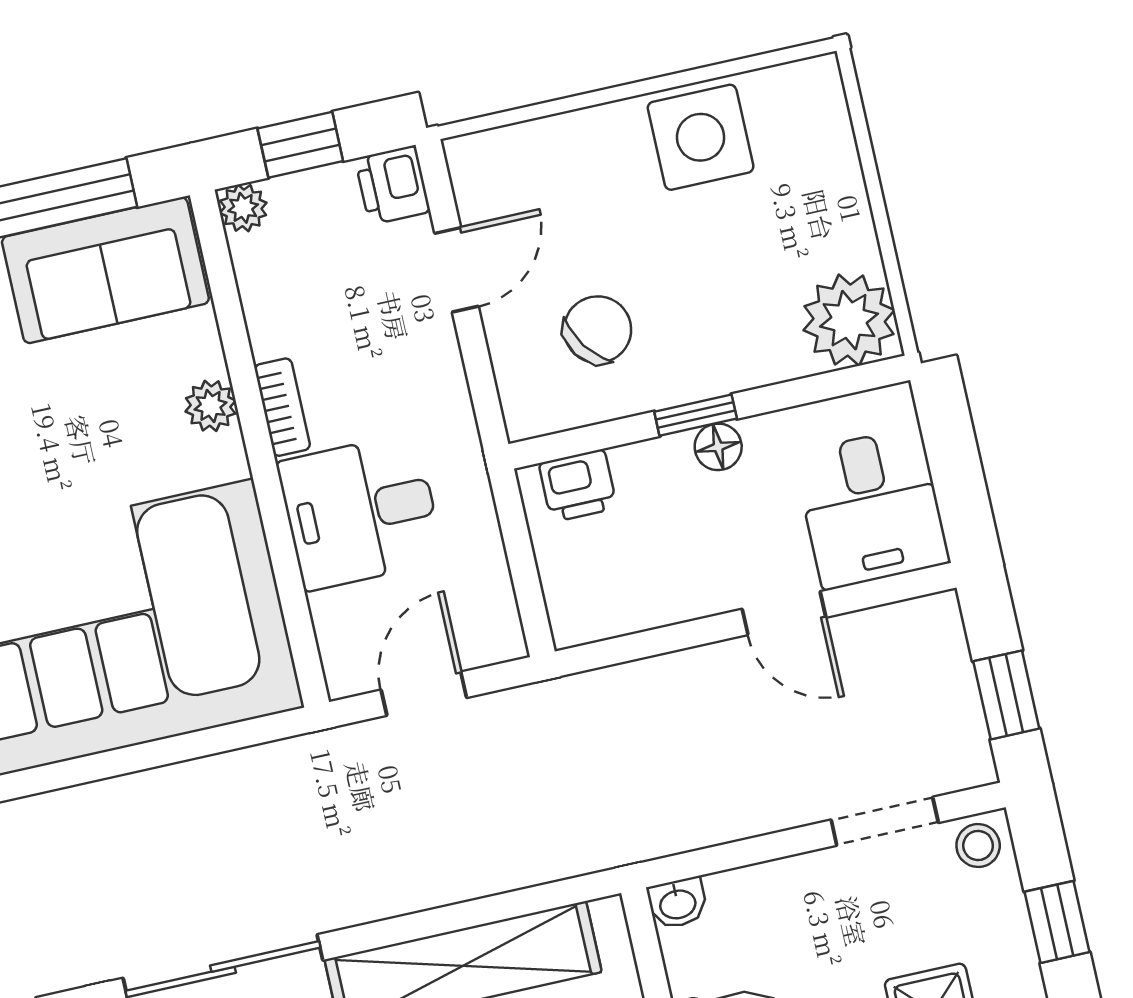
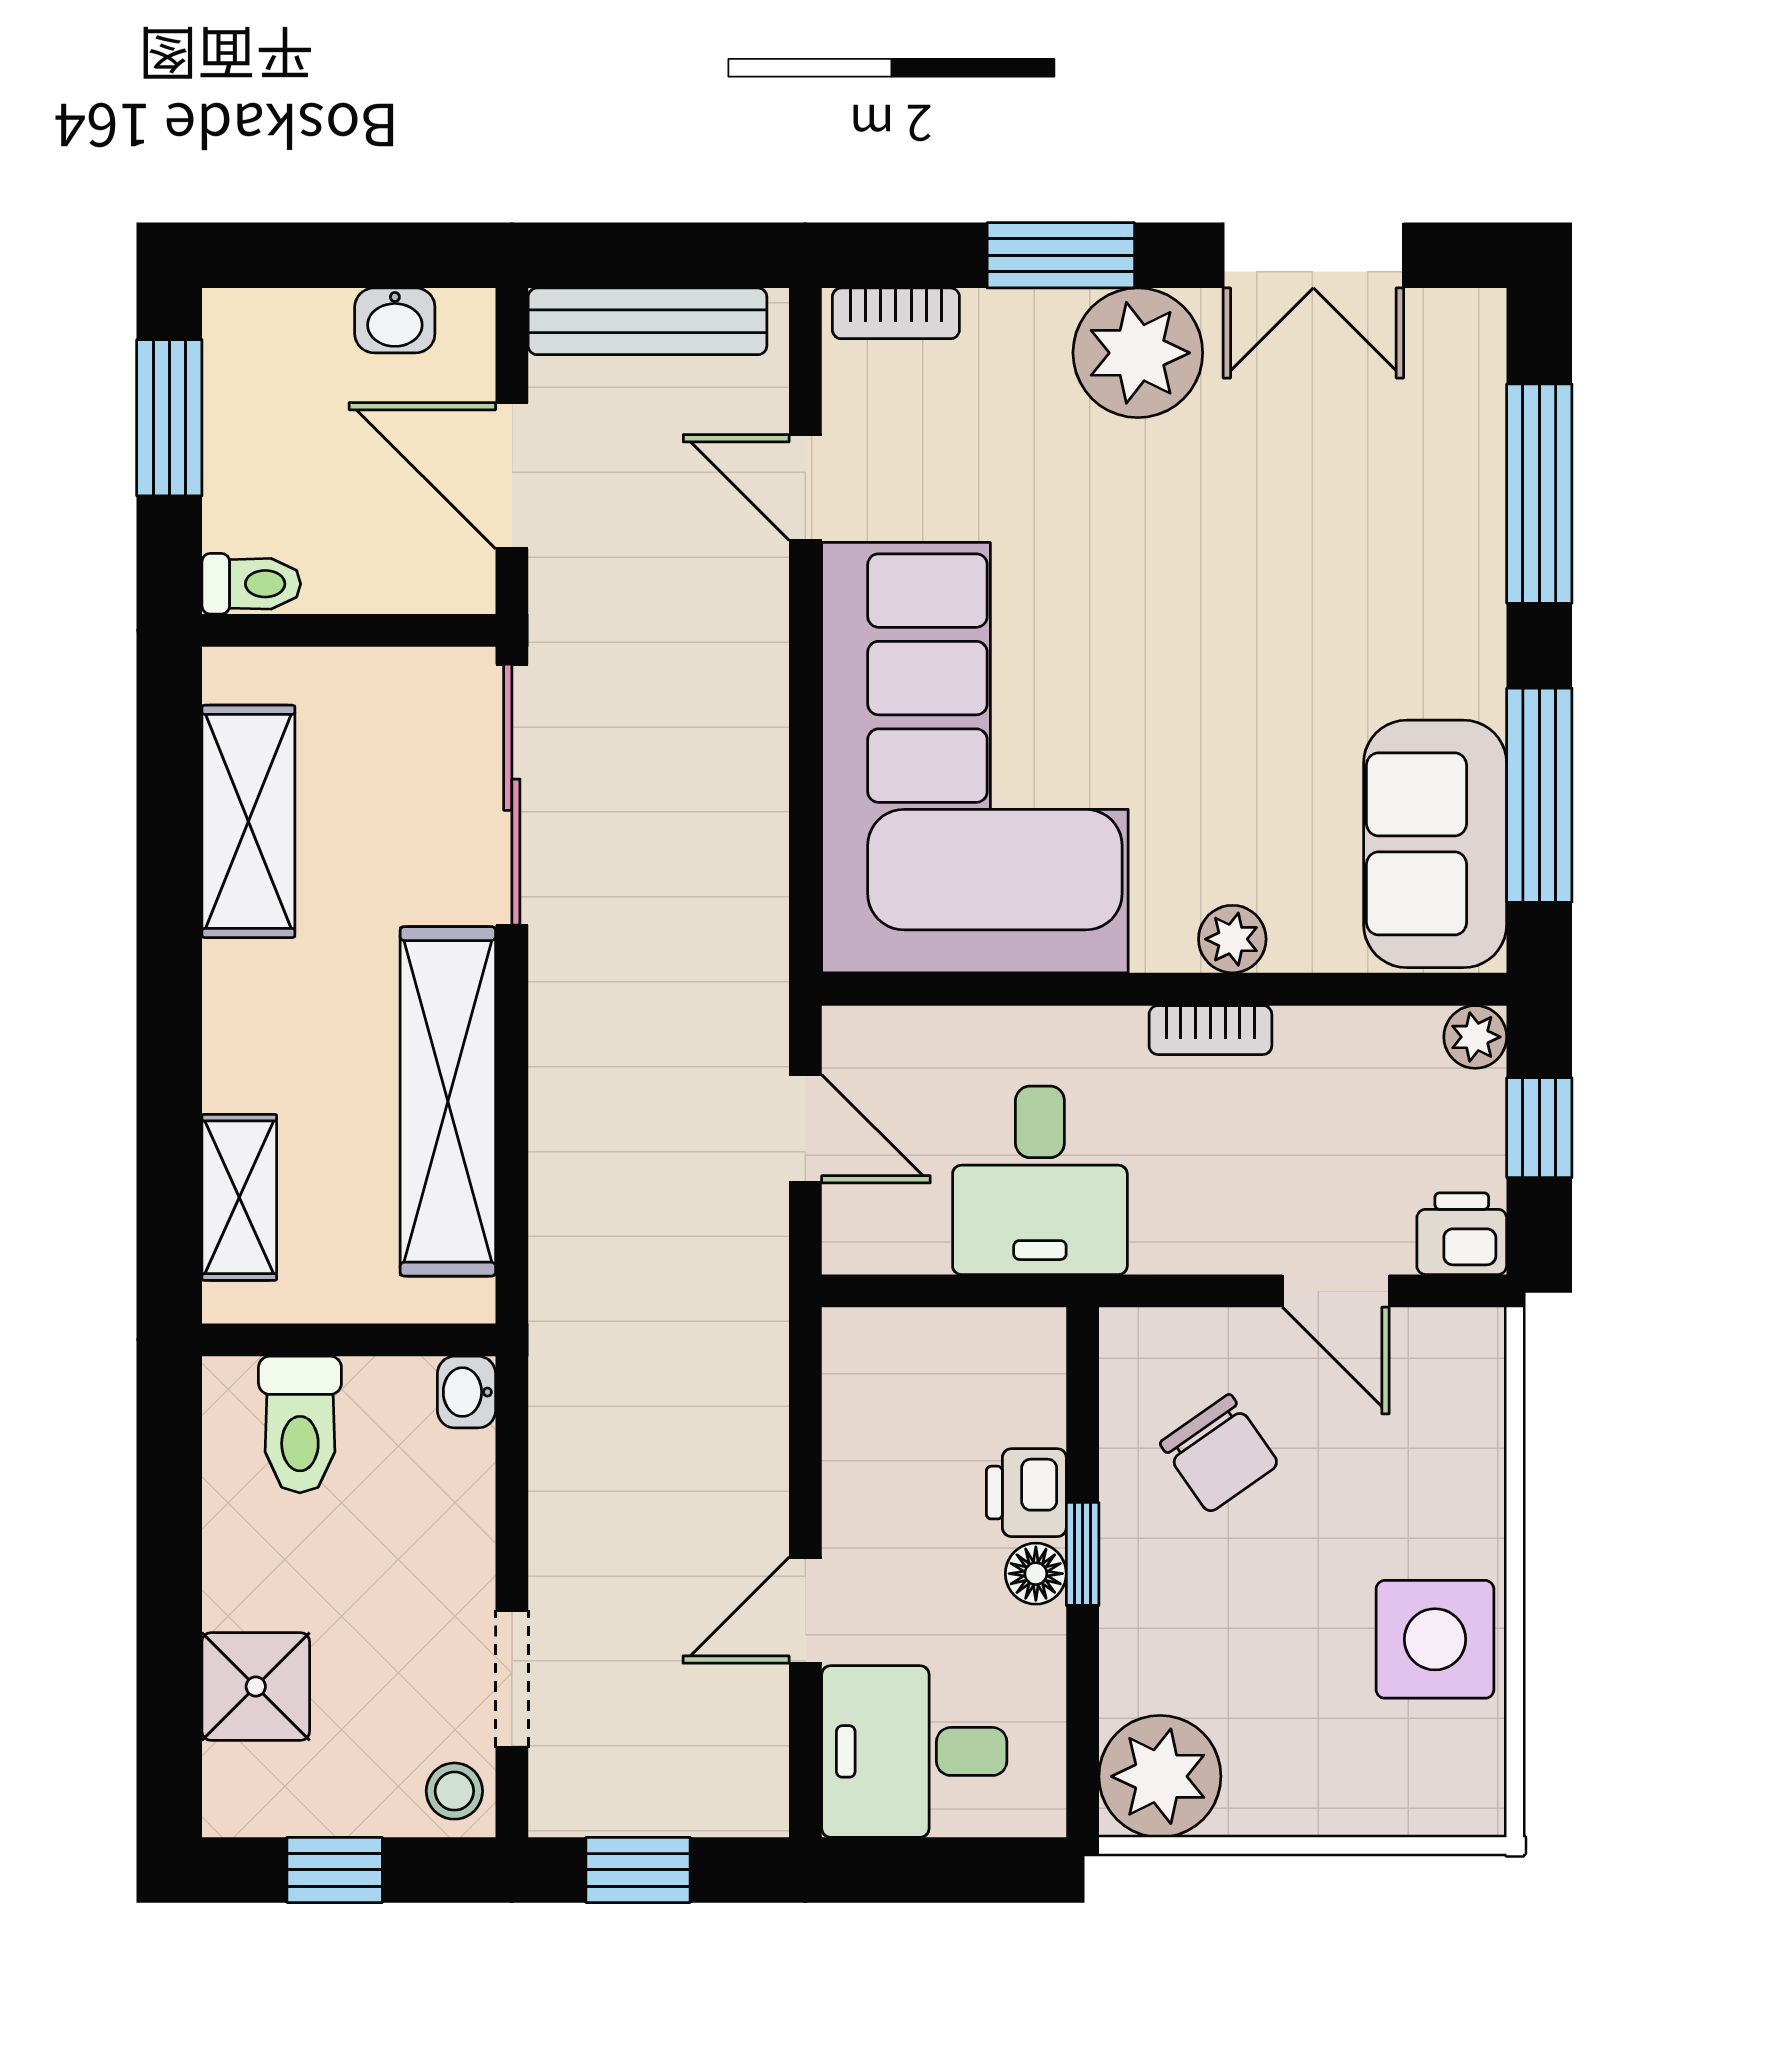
printer: (578, 486) -> (1026, 1493), moved
desk: (360, 512) -> (1040, 1180), moved, turned 180

